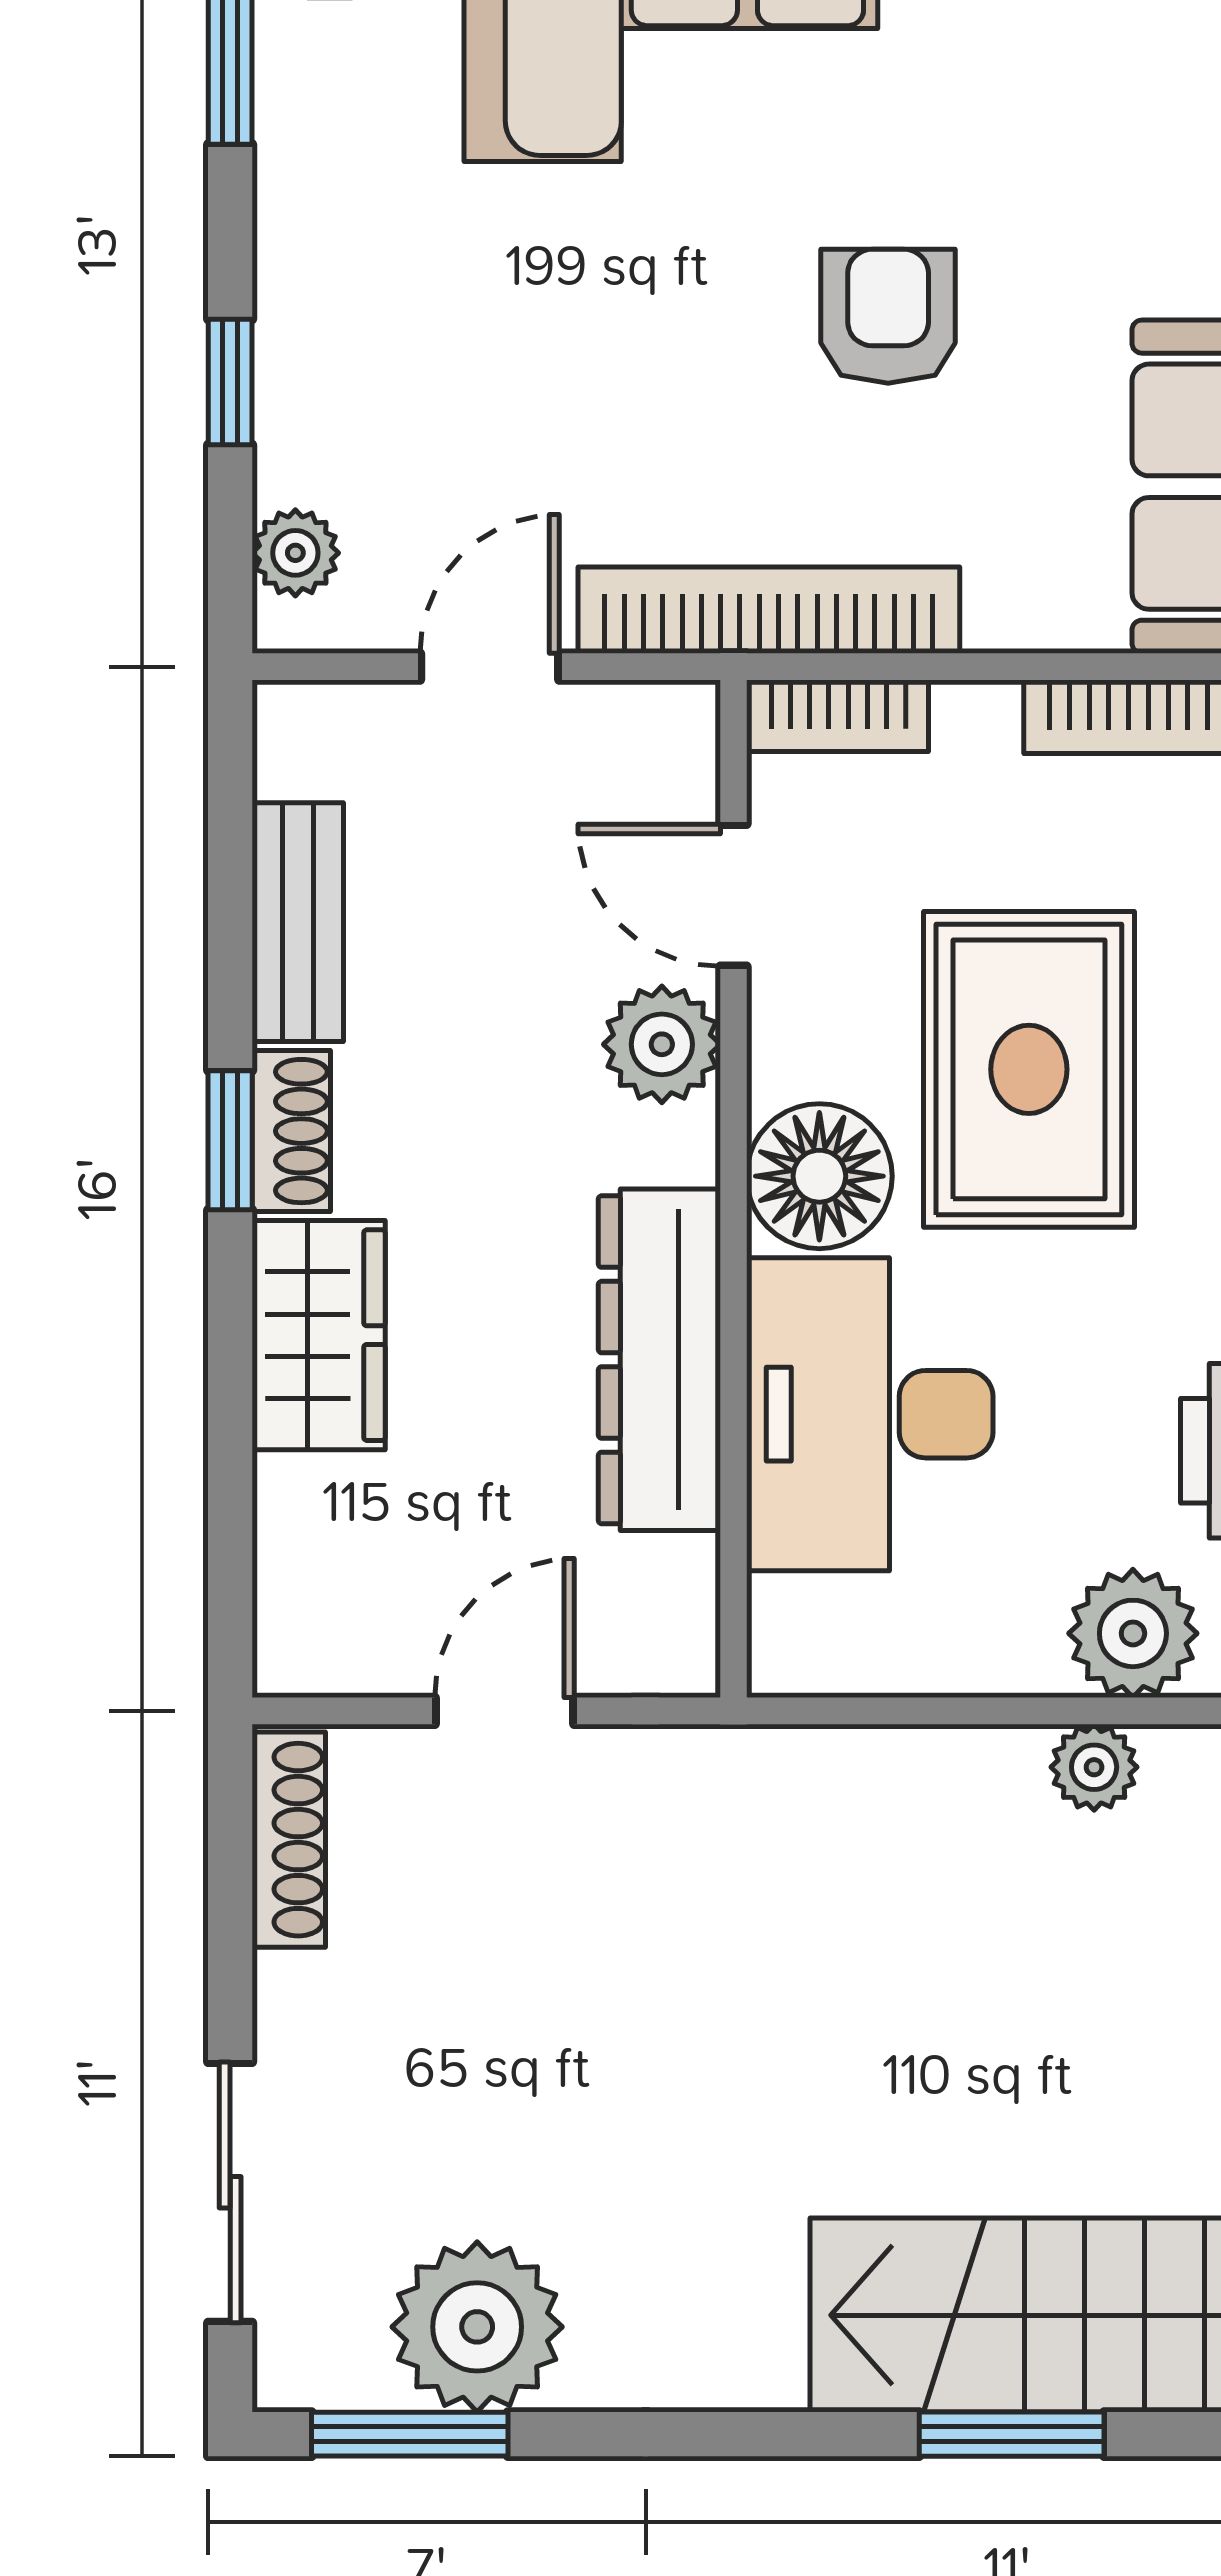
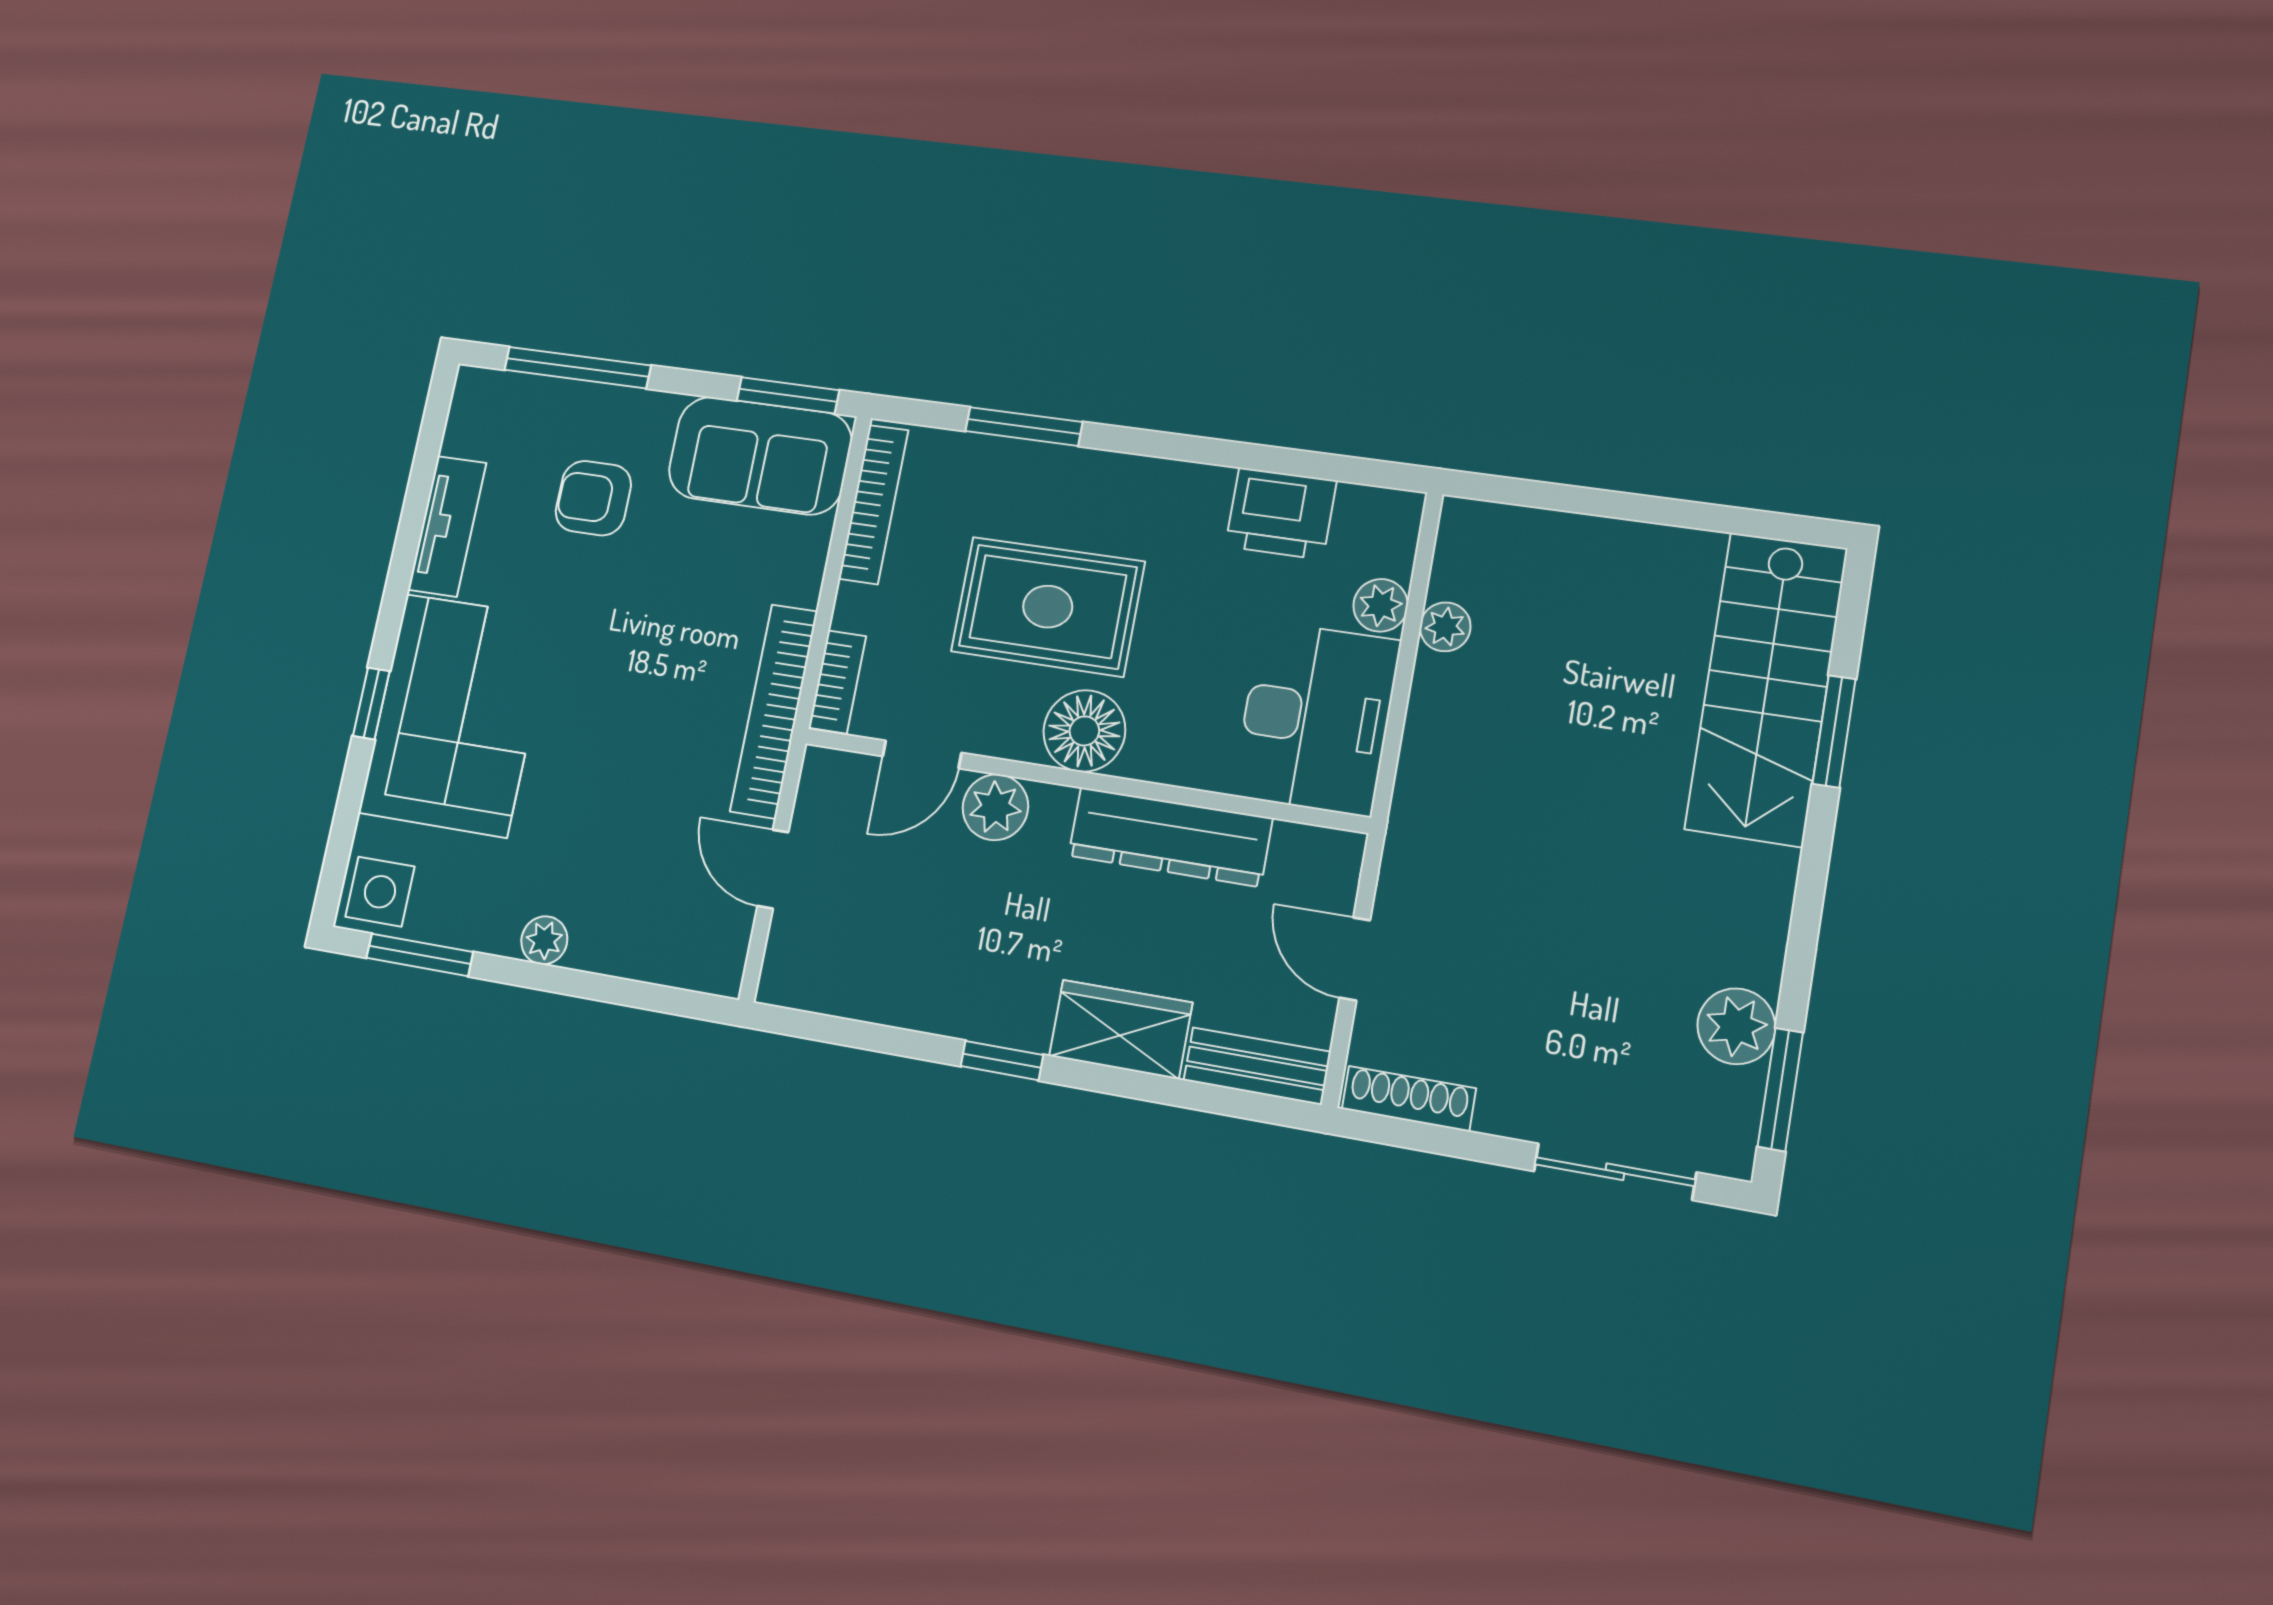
armchair: (888, 316) -> (593, 498), moved
window: (230, 382) -> (593, 986), removed
plant: (295, 553) -> (544, 940), moved
bench: (298, 922) -> (1257, 1066), moved
shoe rack: (291, 1131) -> (1003, 1025), removed
desk: (870, 1414) -> (1316, 718), moved, turned -90
plant: (1133, 1633) -> (1381, 605), width x0.73, depth x0.73
plant: (477, 2327) -> (1736, 1026), width x0.73, depth x0.73

